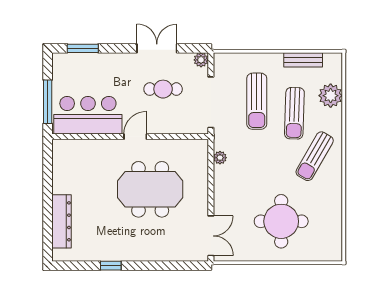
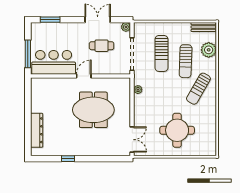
bench: (303, 60) -> (204, 27), moved

